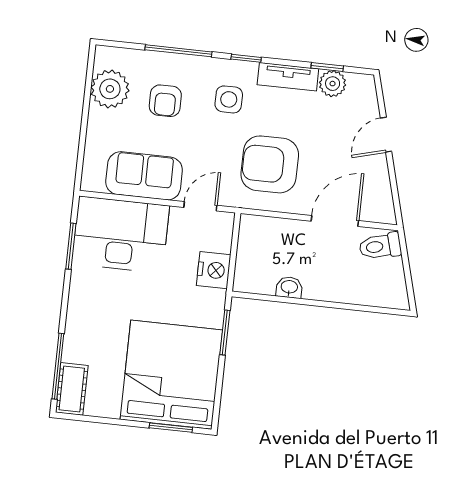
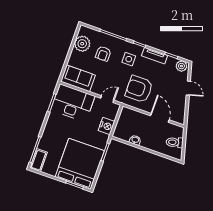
plant: (333, 84) -> (181, 66), moved
door: (386, 135) -> (188, 88), swing flipped
sofa: (144, 176) -> (78, 78), moved
door: (335, 221) -> (160, 118), hinge flipped
toilet: (380, 246) -> (175, 142), moved

